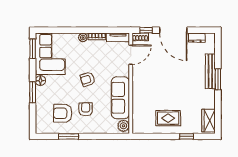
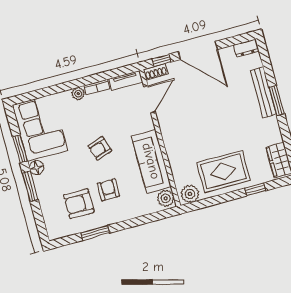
dresser: (197, 38) -> (246, 48), moved
window: (33, 49) -> (20, 149), moved
rug: (168, 118) -> (223, 171), width x1.36, depth x1.43
plant: (141, 127) -> (190, 194), added

